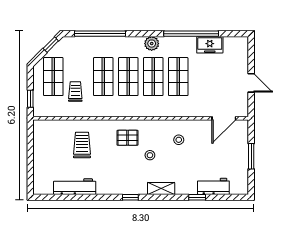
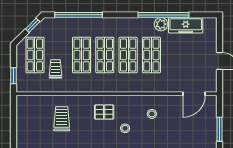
plant: (152, 44) -> (161, 24), moved
freezer: (210, 45) -> (186, 25), width x1.40

